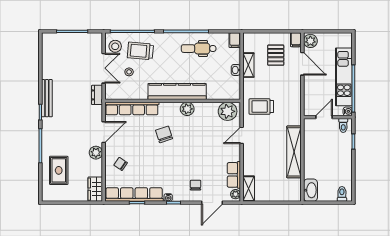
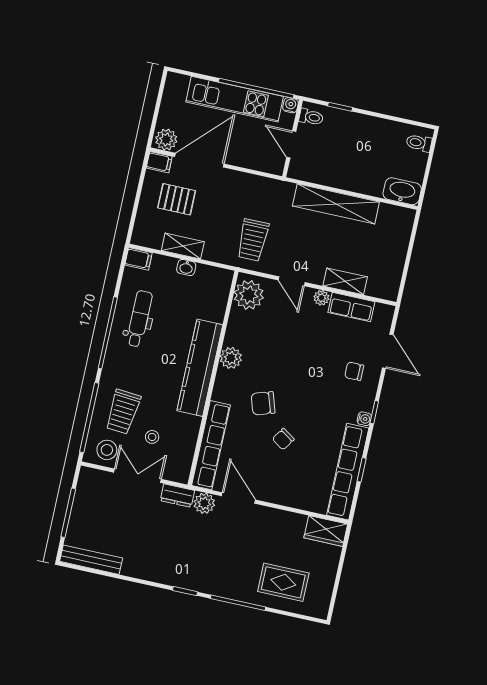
dental chair: (199, 49) -> (139, 319), turned 180
door: (302, 64) -> (199, 160), width x1.36
bench: (47, 98) -> (91, 560), moved
plant: (96, 153) -> (204, 503), moved
chair: (121, 164) -> (283, 439), moved
shelving: (249, 189) -> (345, 281), moved
plant: (236, 194) -> (321, 298), moved

